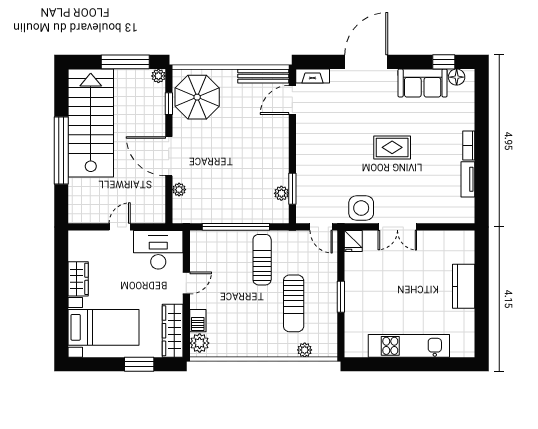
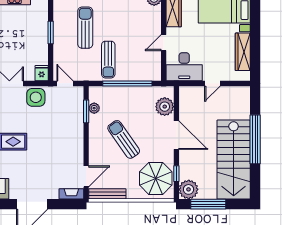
plant: (158, 76) -> (189, 189), width x1.88, depth x1.88
sun lounger: (241, 150) -> (124, 139), added
plant: (179, 190) -> (165, 107), width x1.87, depth x1.87
wardrobe: (78, 279) -> (243, 52), width x1.50
barbecue: (198, 321) -> (155, 15), removed

